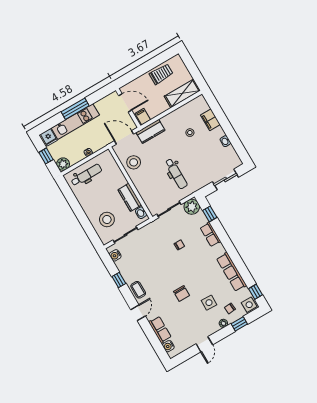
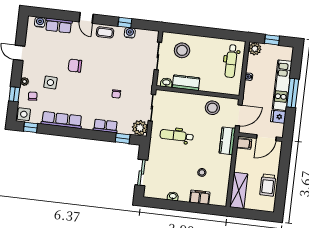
fridge: (49, 137) -> (278, 117), moved
water cooler: (115, 255) -> (130, 33), moved

